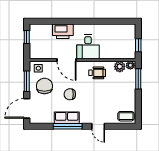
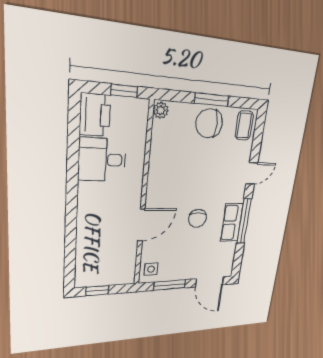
printer: (63, 31) -> (95, 115), moved
desk: (88, 47) -> (102, 160), moved, turned 180
plant: (120, 67) -> (161, 131), removed
wheelchair: (97, 73) -> (168, 173), removed
window: (138, 79) -> (212, 100), moved
chair: (44, 86) -> (209, 123), moved

